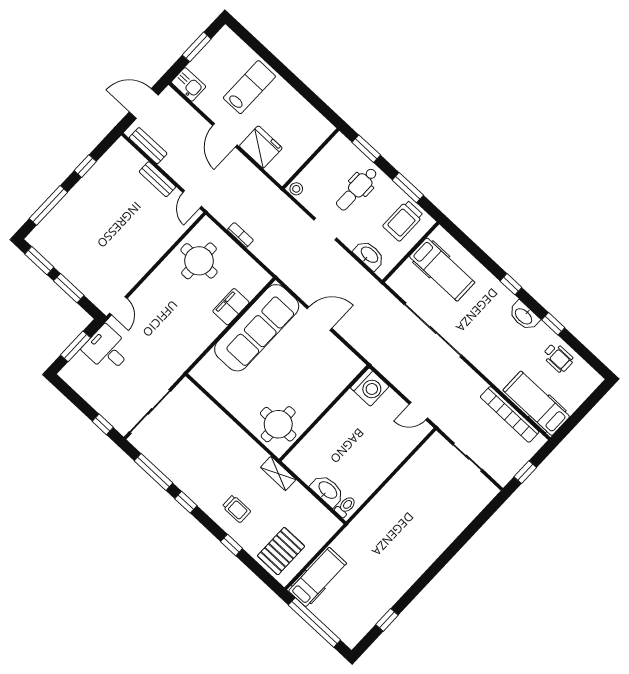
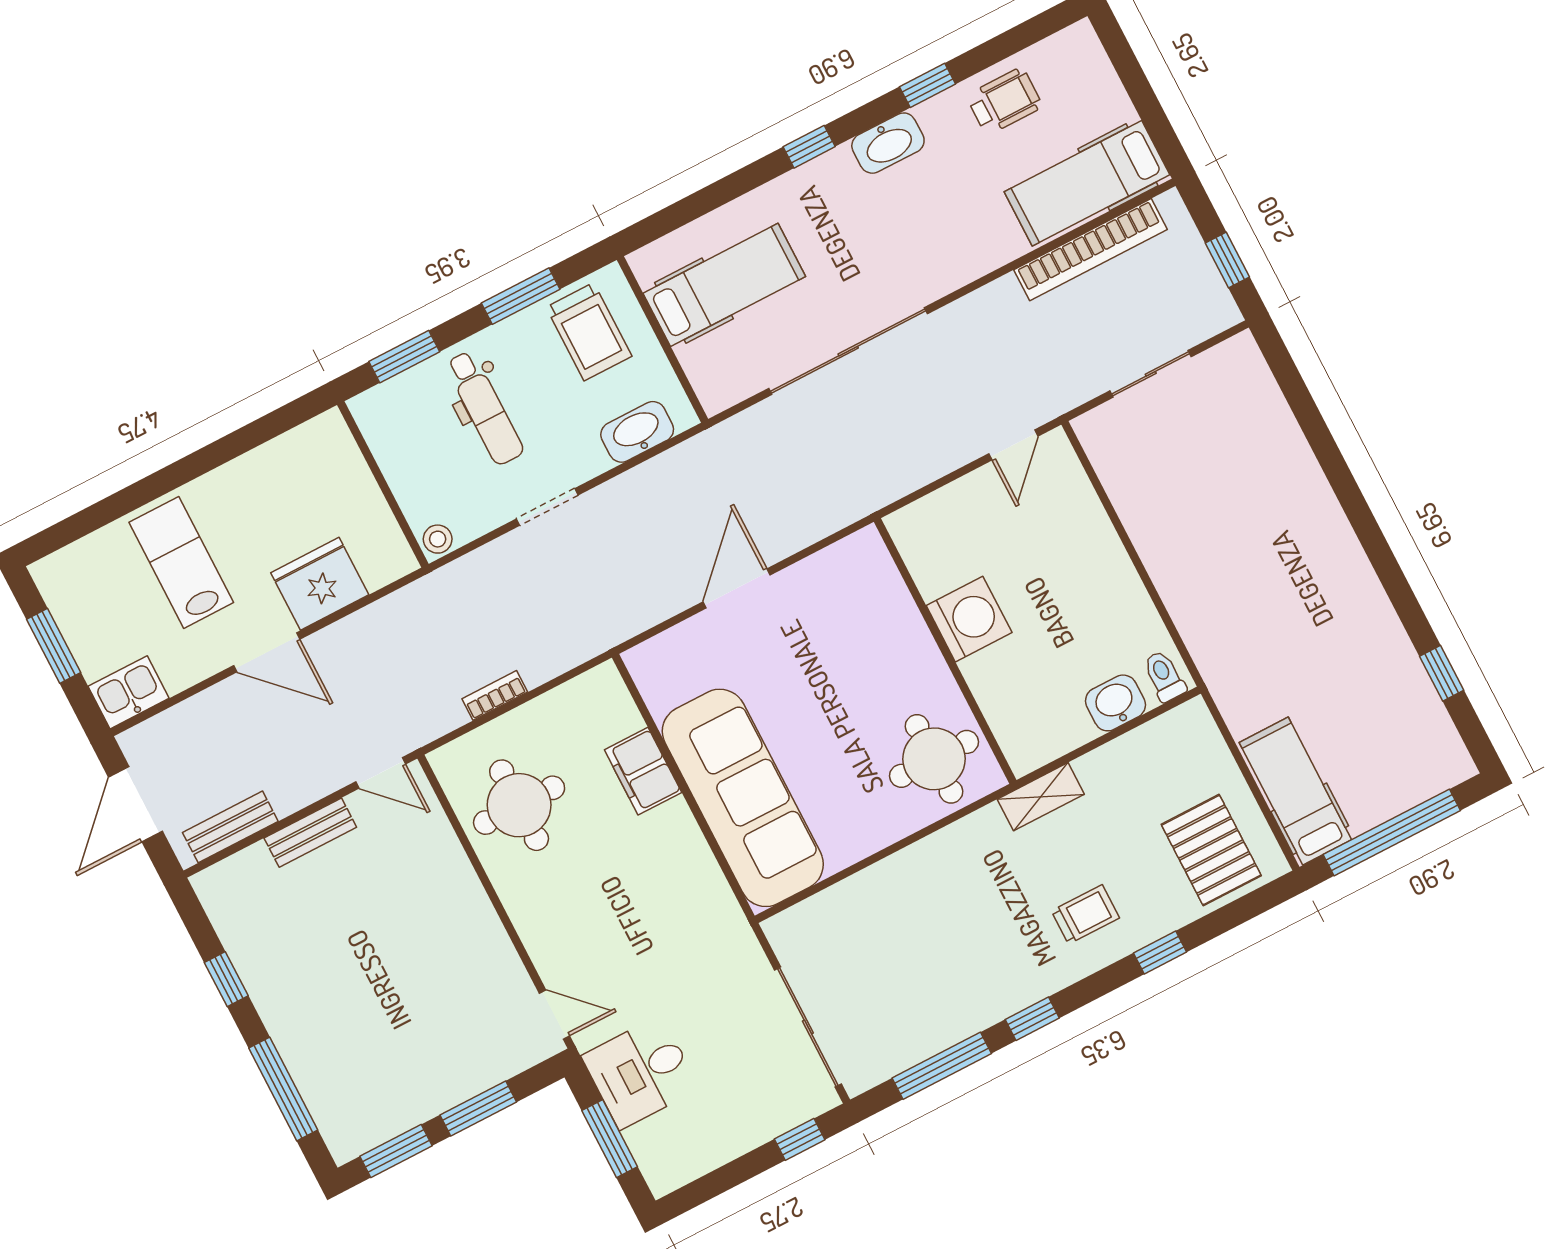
sofa: (257, 328) -> (743, 798), moved
washing machine: (370, 387) -> (969, 619), moved
washbasin: (327, 490) -> (1115, 703), width x0.72

